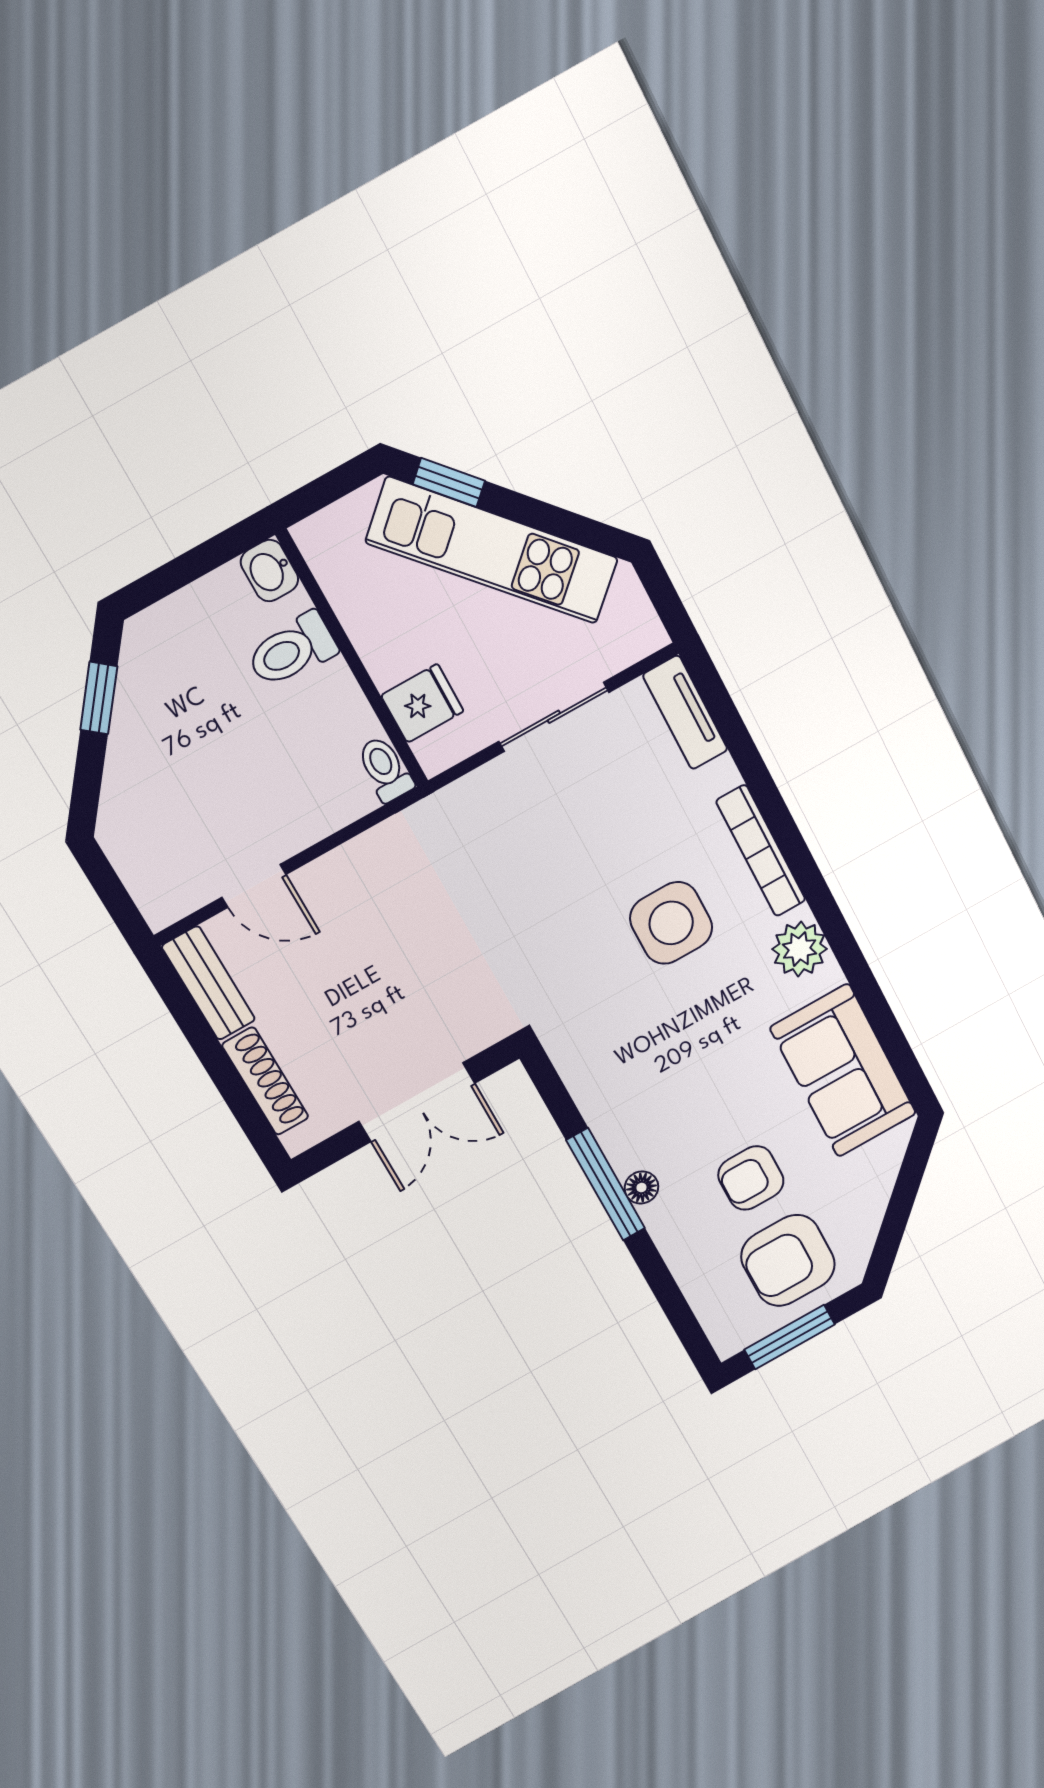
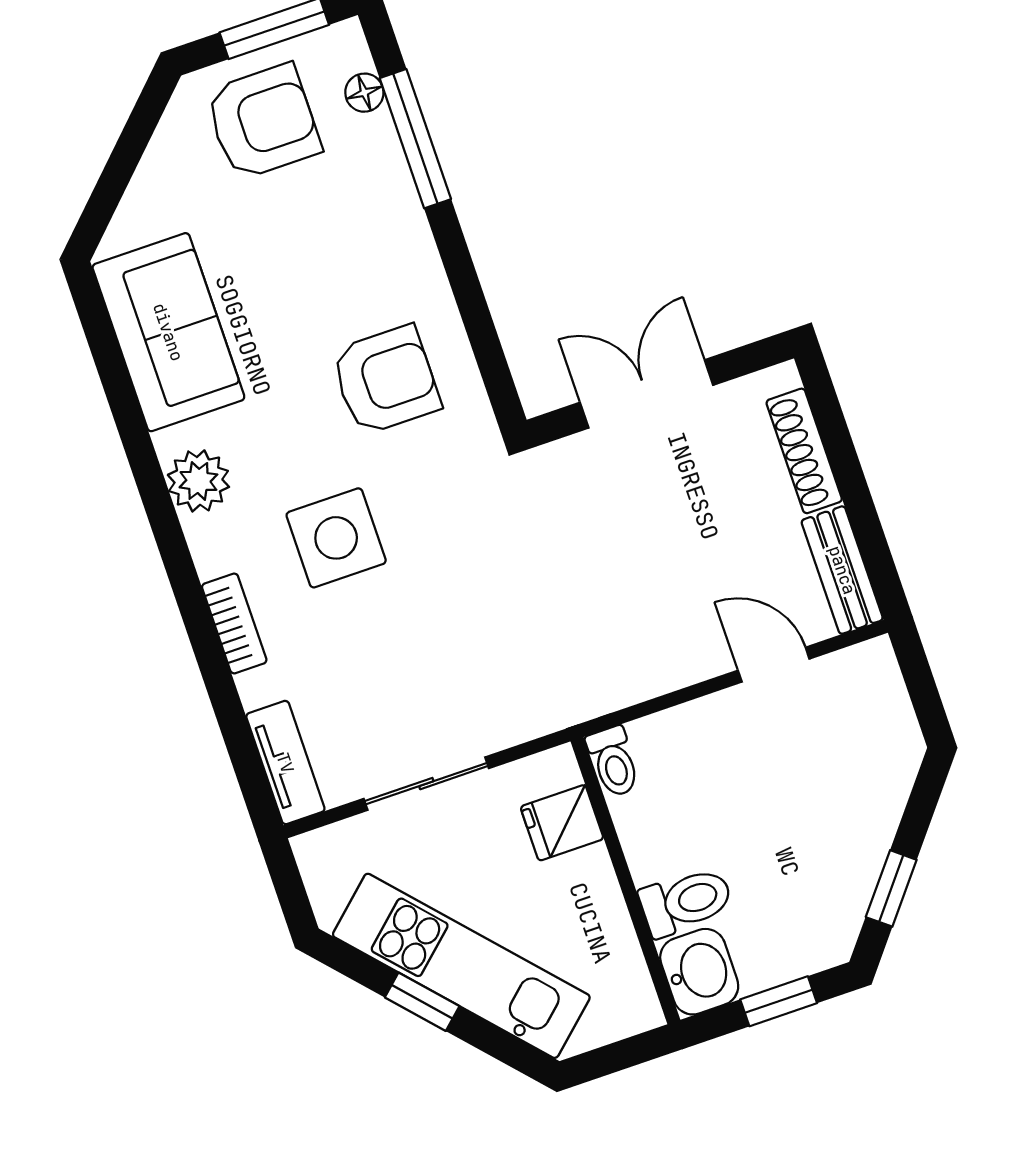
window: (449, 483) -> (422, 1002), moved
window: (184, 570) -> (779, 1001), added
washbasin: (269, 571) -> (699, 972), width x1.38, depth x1.45
bookcase: (761, 851) -> (234, 624), width x0.64
armchair: (751, 1178) -> (386, 380), moved, width x1.38, depth x1.38
window: (606, 1184) -> (415, 139), moved
floor lamp: (641, 1188) -> (364, 93), moved

